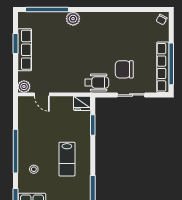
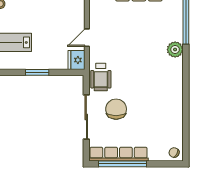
door: (42, 94) -> (87, 38), moved
sliding door: (131, 95) -> (86, 117), width x1.37
window: (93, 125) -> (37, 72), moved

